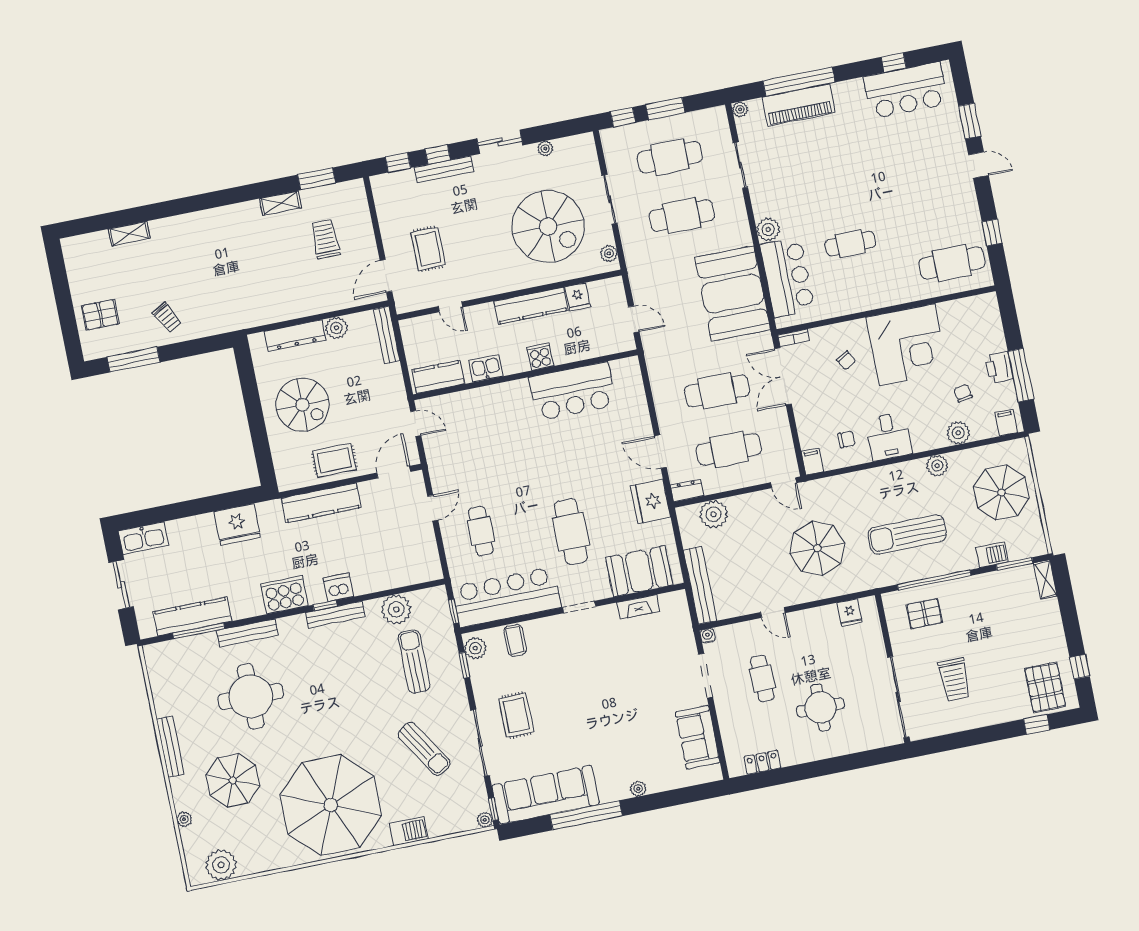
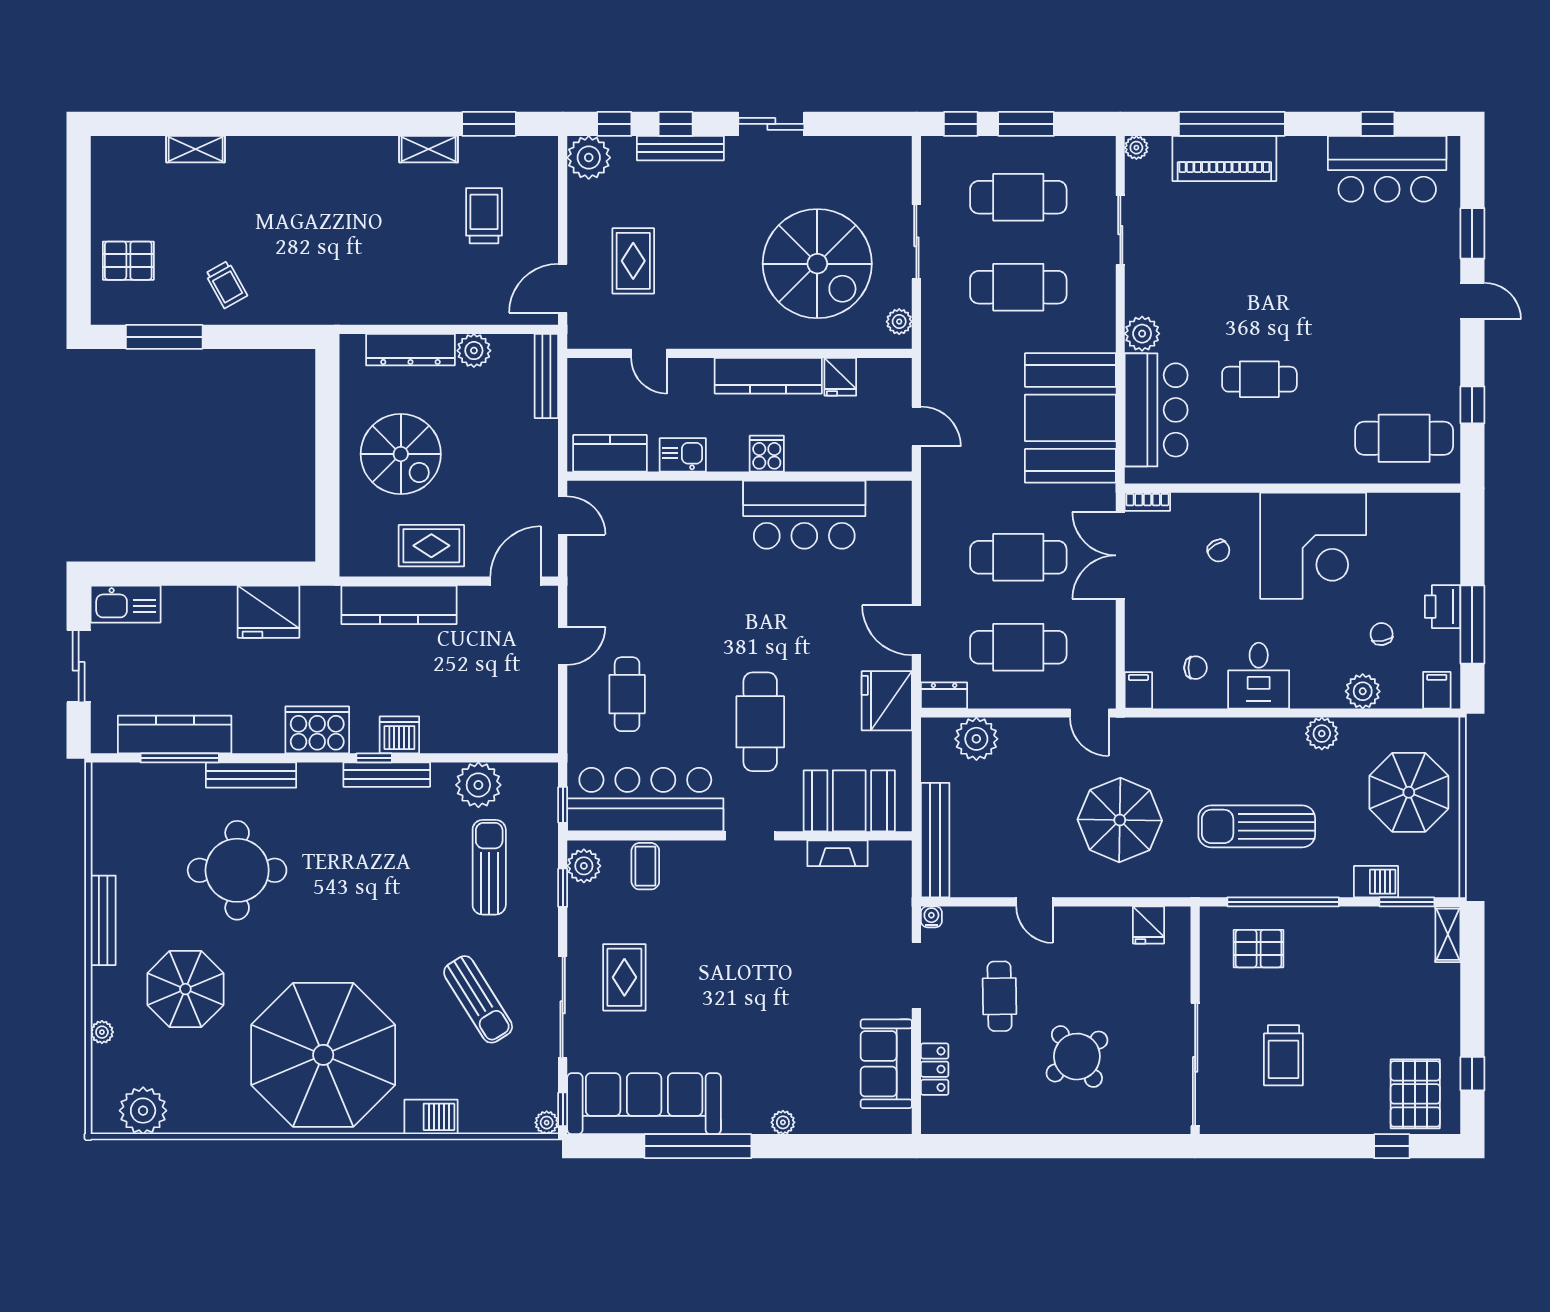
plant: (545, 149) -> (589, 158), moved, width x1.88, depth x1.88
round table: (820, 707) -> (1077, 1057), turned -37
locker: (762, 762) -> (935, 1069), moved, turned 90

